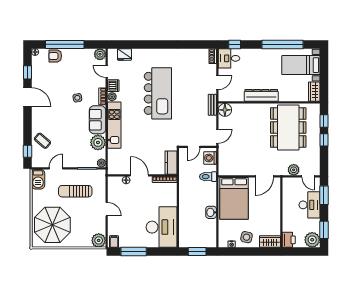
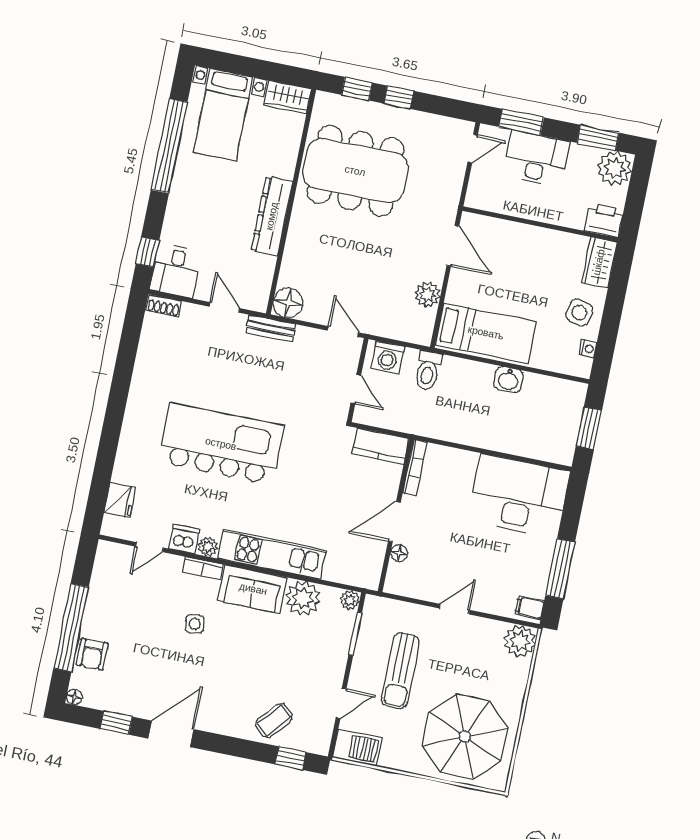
plant: (100, 54) -> (109, 554), removed
door: (56, 168) -> (341, 703), swing flipped
plant: (294, 170) -> (428, 295), moved
bed: (234, 198) -> (486, 333), width x0.67

